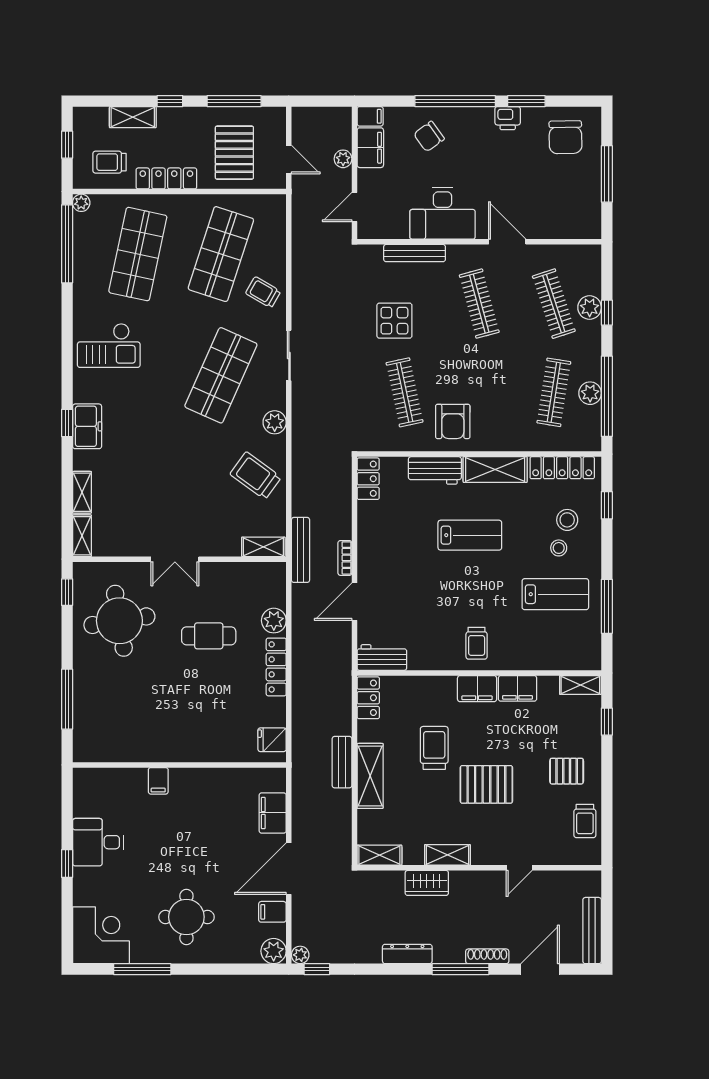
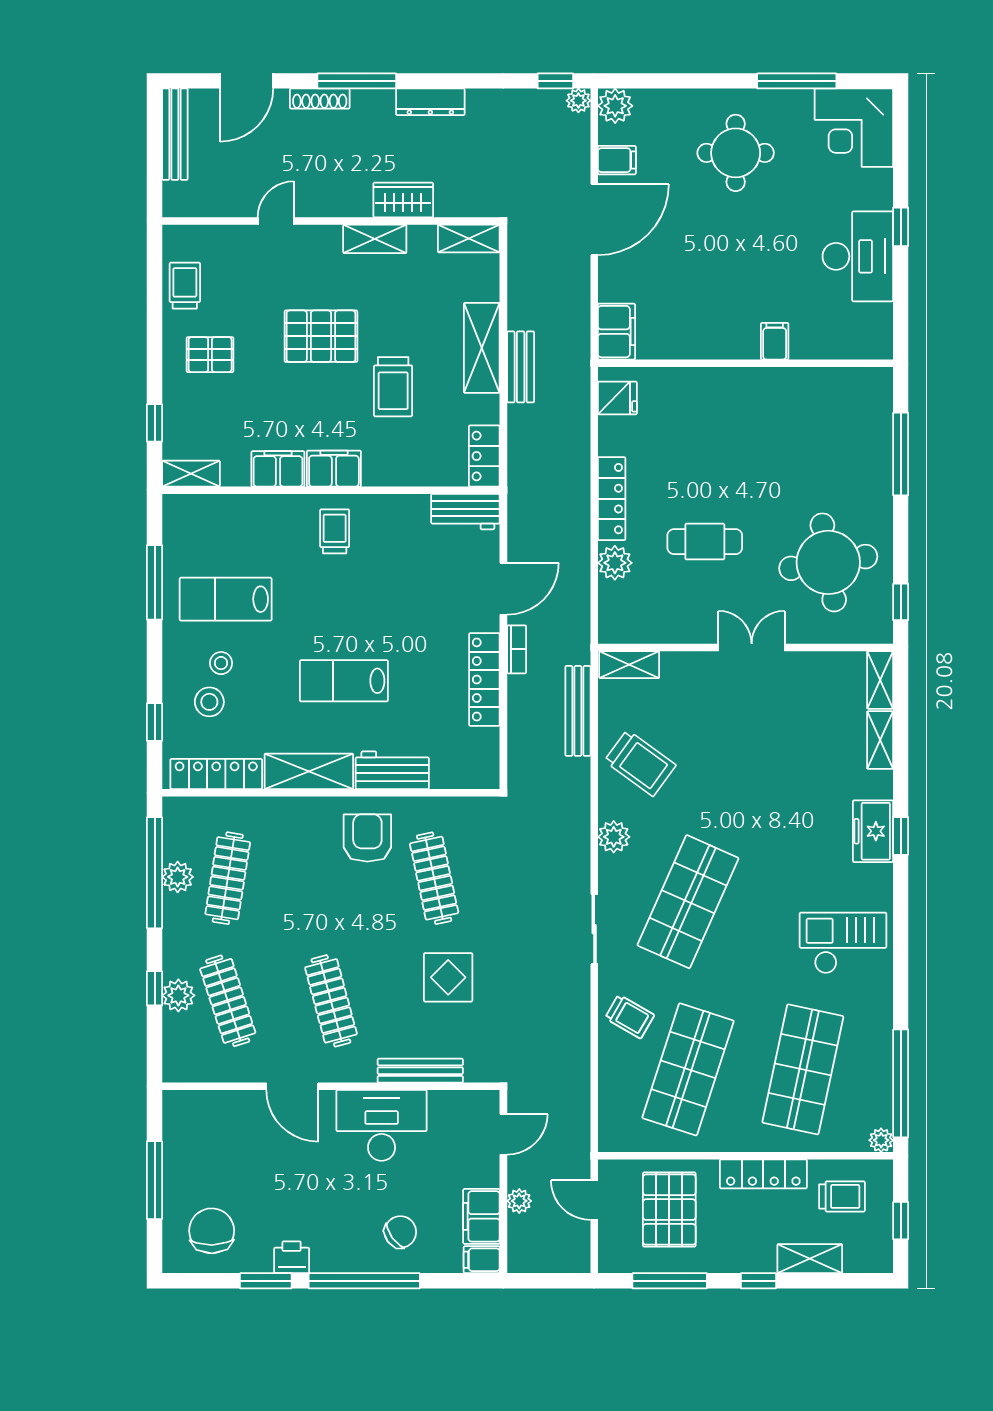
locker: (368, 479) -> (484, 679), moved, width x1.53
bench: (301, 550) -> (578, 711), moved
filing cabinet: (273, 813) -> (616, 332), moved
desk: (98, 842) -> (858, 256), width x1.37

